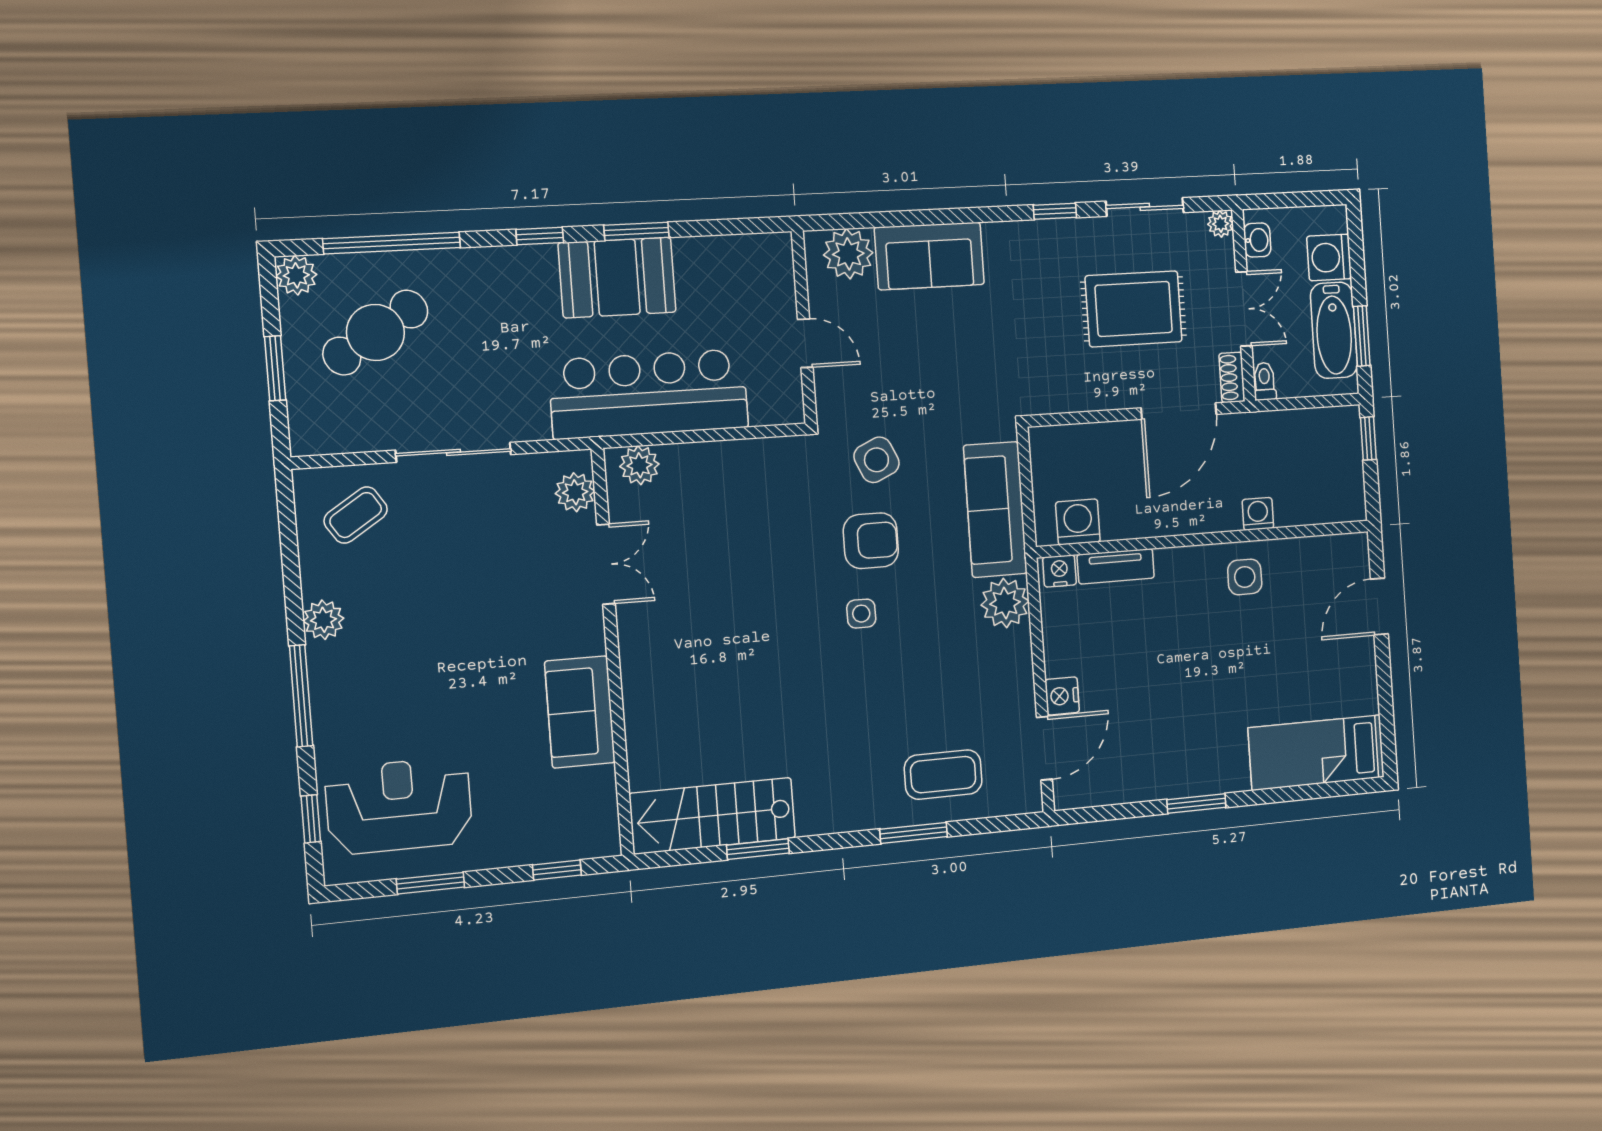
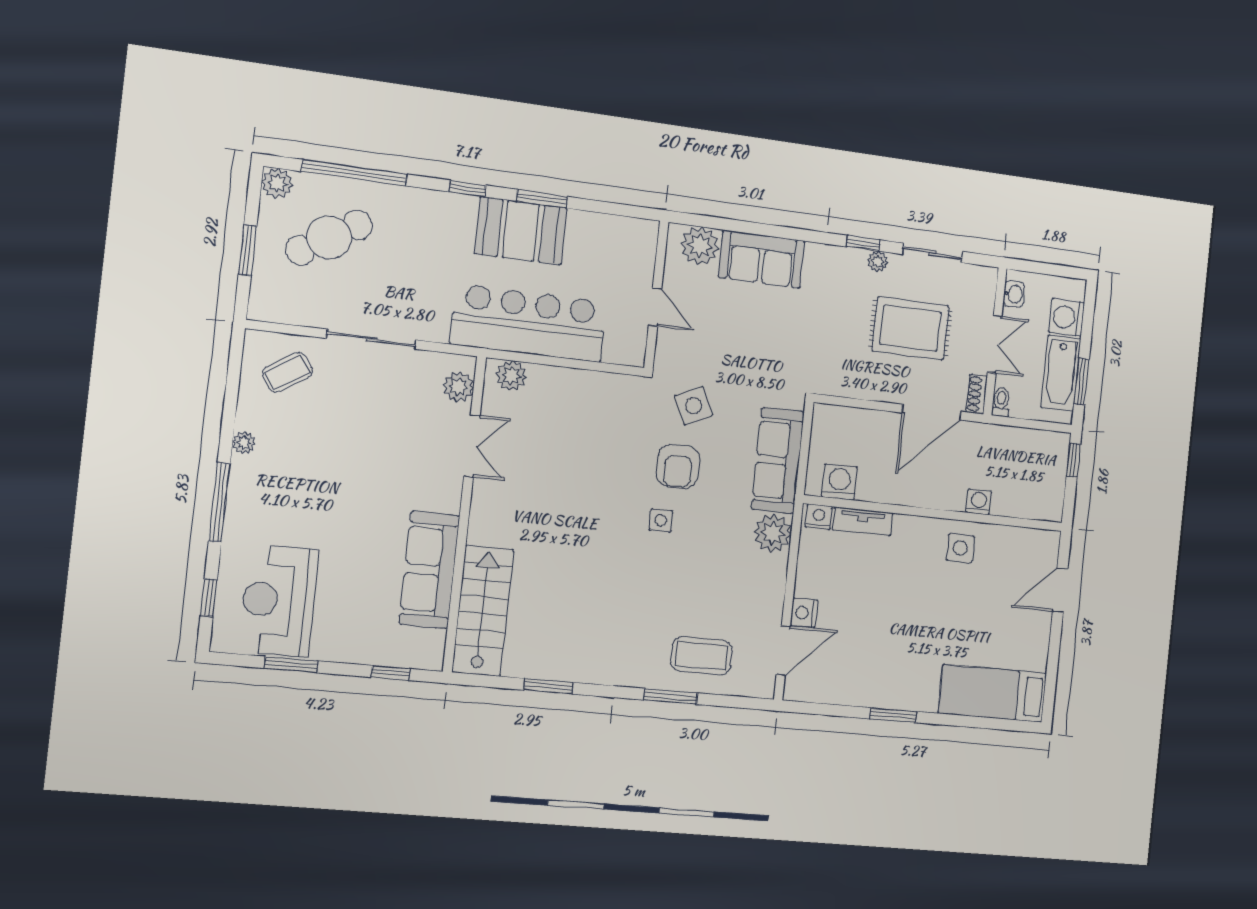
plant: (1220, 224) -> (878, 261), moved
armchair: (871, 541) -> (678, 466), turned 90
plant: (323, 620) -> (244, 443), width x0.73, depth x0.73
sofa: (580, 712) -> (429, 570), width x1.36
reception desk: (399, 806) -> (278, 601), turned -90
stairs: (713, 816) -> (483, 611), moved, turned 90

